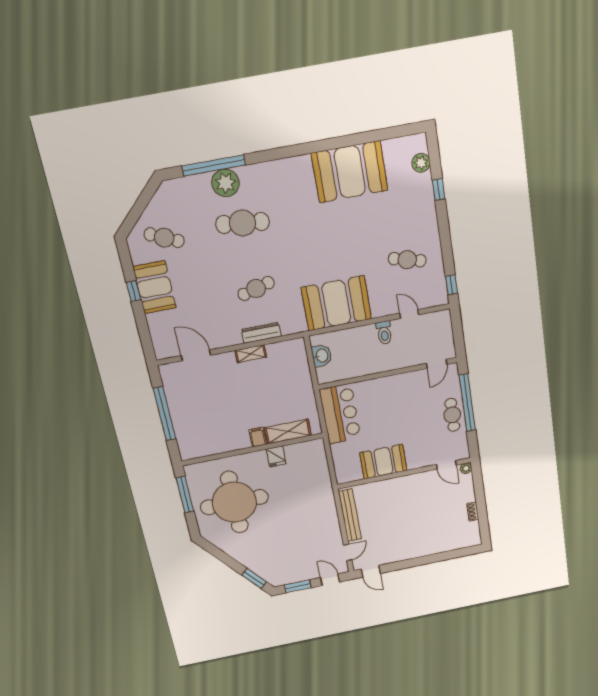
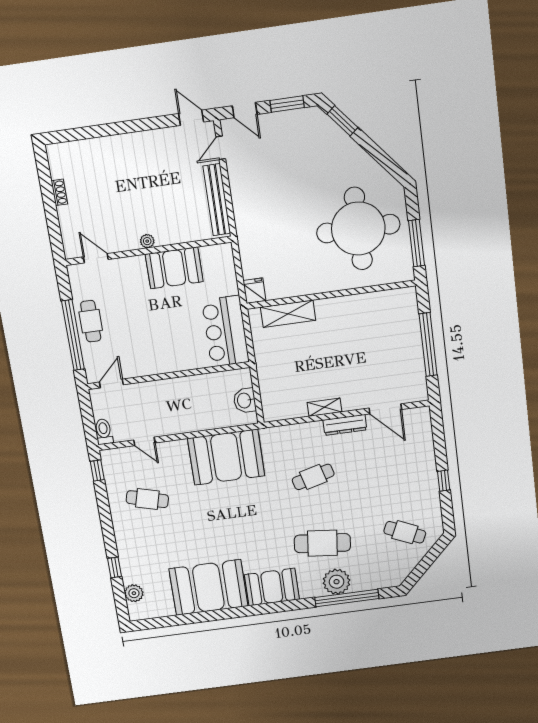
booth: (155, 287) -> (272, 587), moved, turned 90
dresser: (261, 333) -> (345, 425), moved
toilet: (384, 333) -> (104, 432), moved
filing cabinet: (258, 437) -> (324, 309), removed
fridge: (276, 456) -> (254, 291), moved
plant: (466, 468) -> (147, 241), moved

